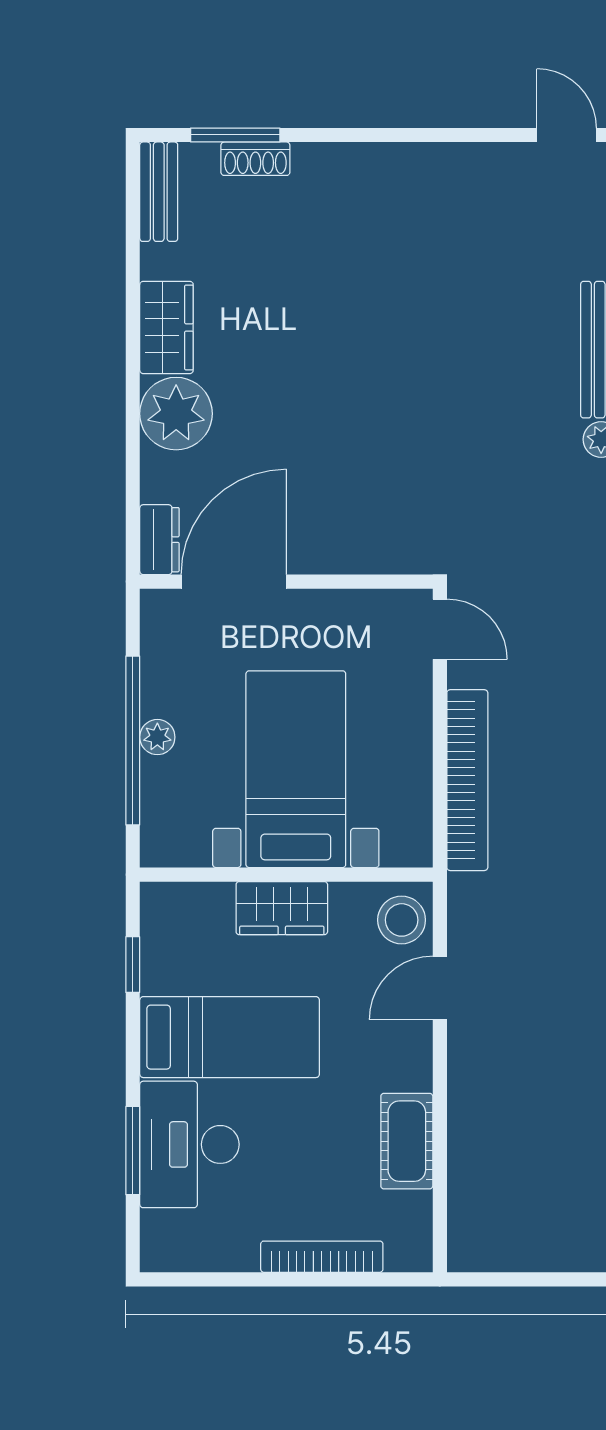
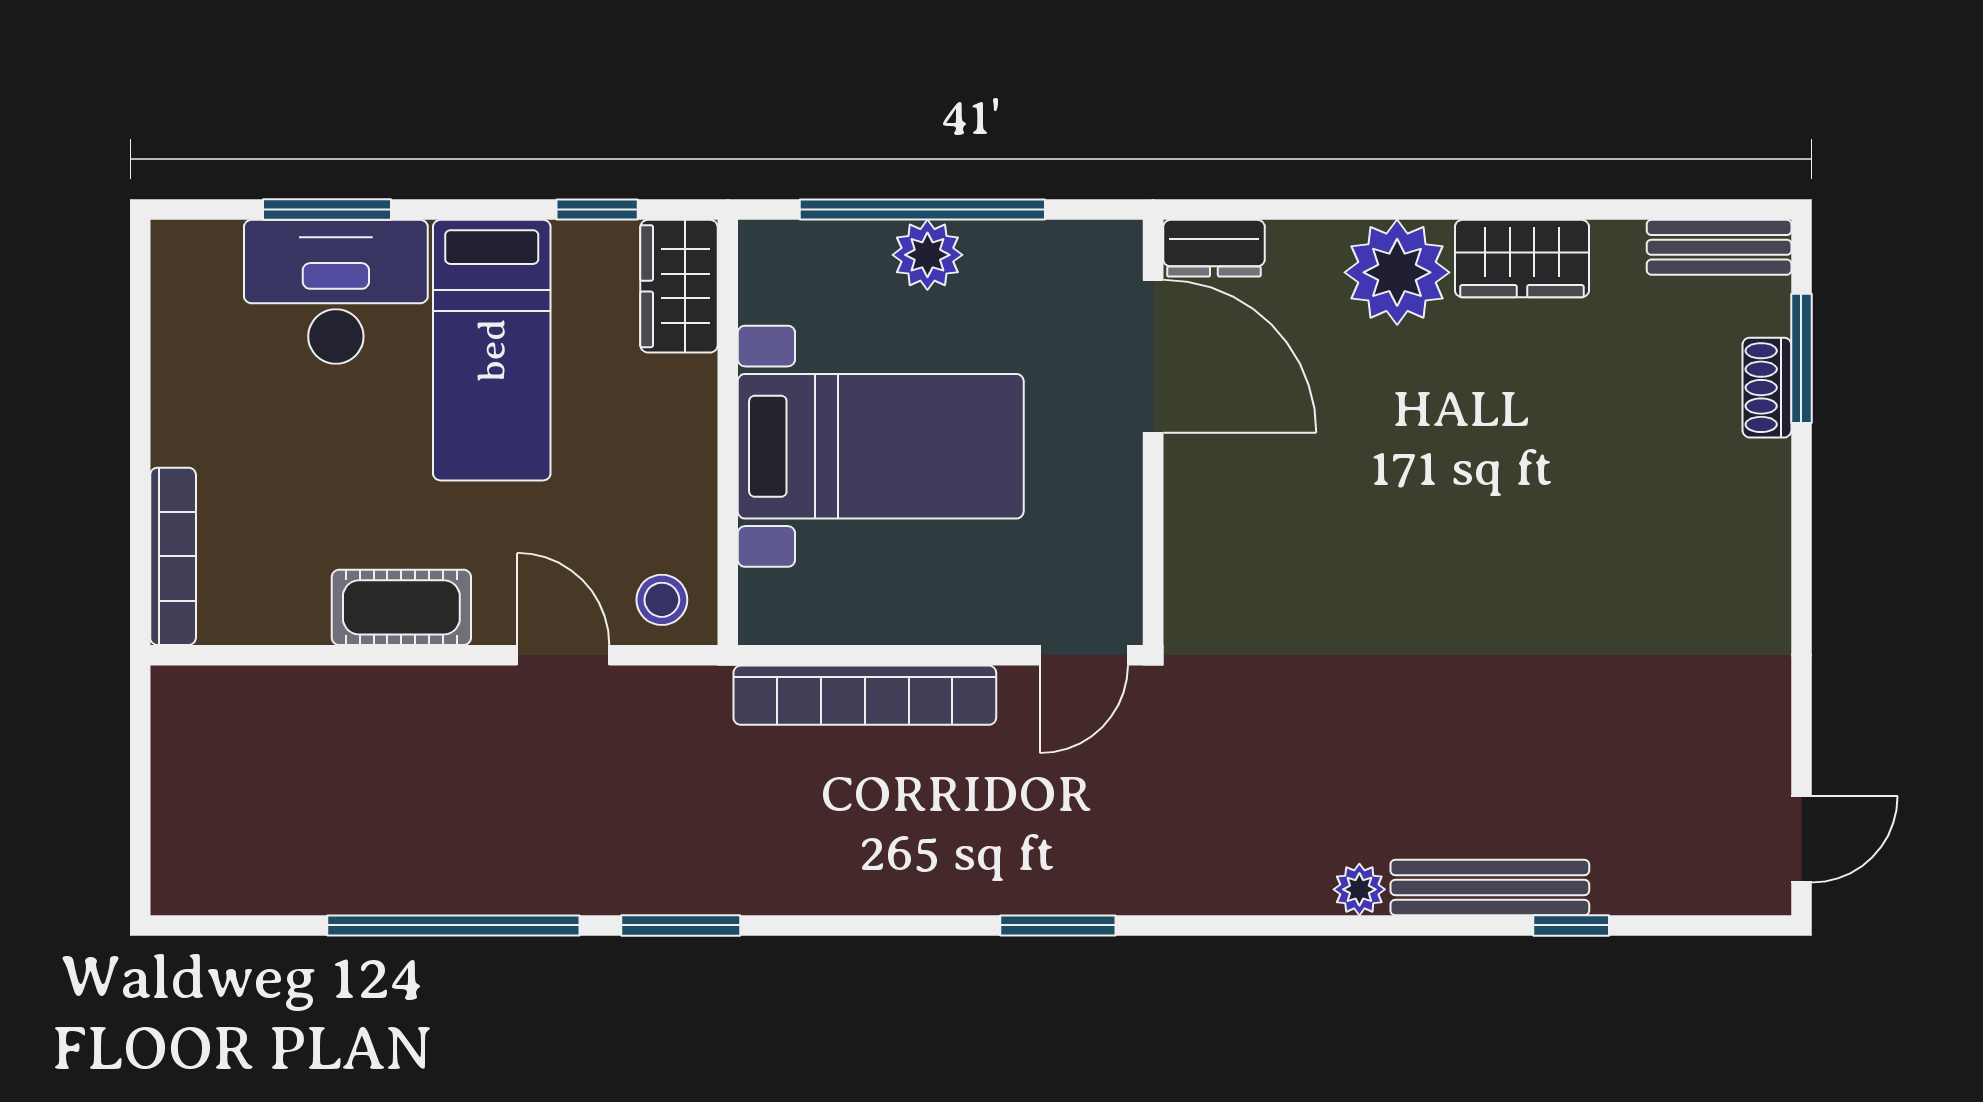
plant: (157, 737) -> (927, 255), width x1.38, depth x1.38
wardrobe: (282, 908) -> (679, 286), moved
stool: (402, 920) -> (662, 600), width x0.73, depth x0.73
cot: (407, 1141) -> (401, 607), moved
bookcase: (322, 1257) -> (173, 556), moved

